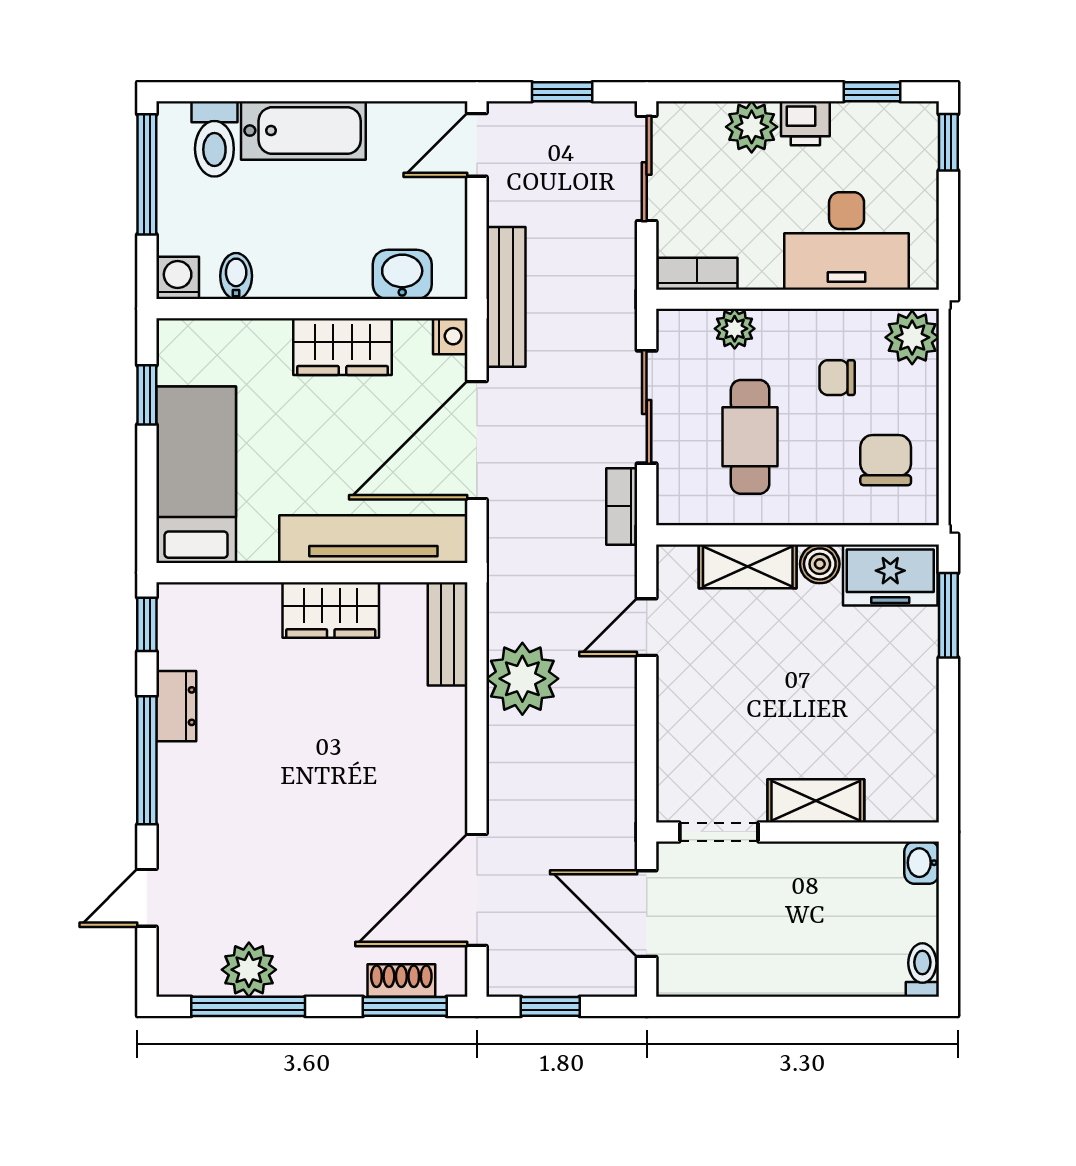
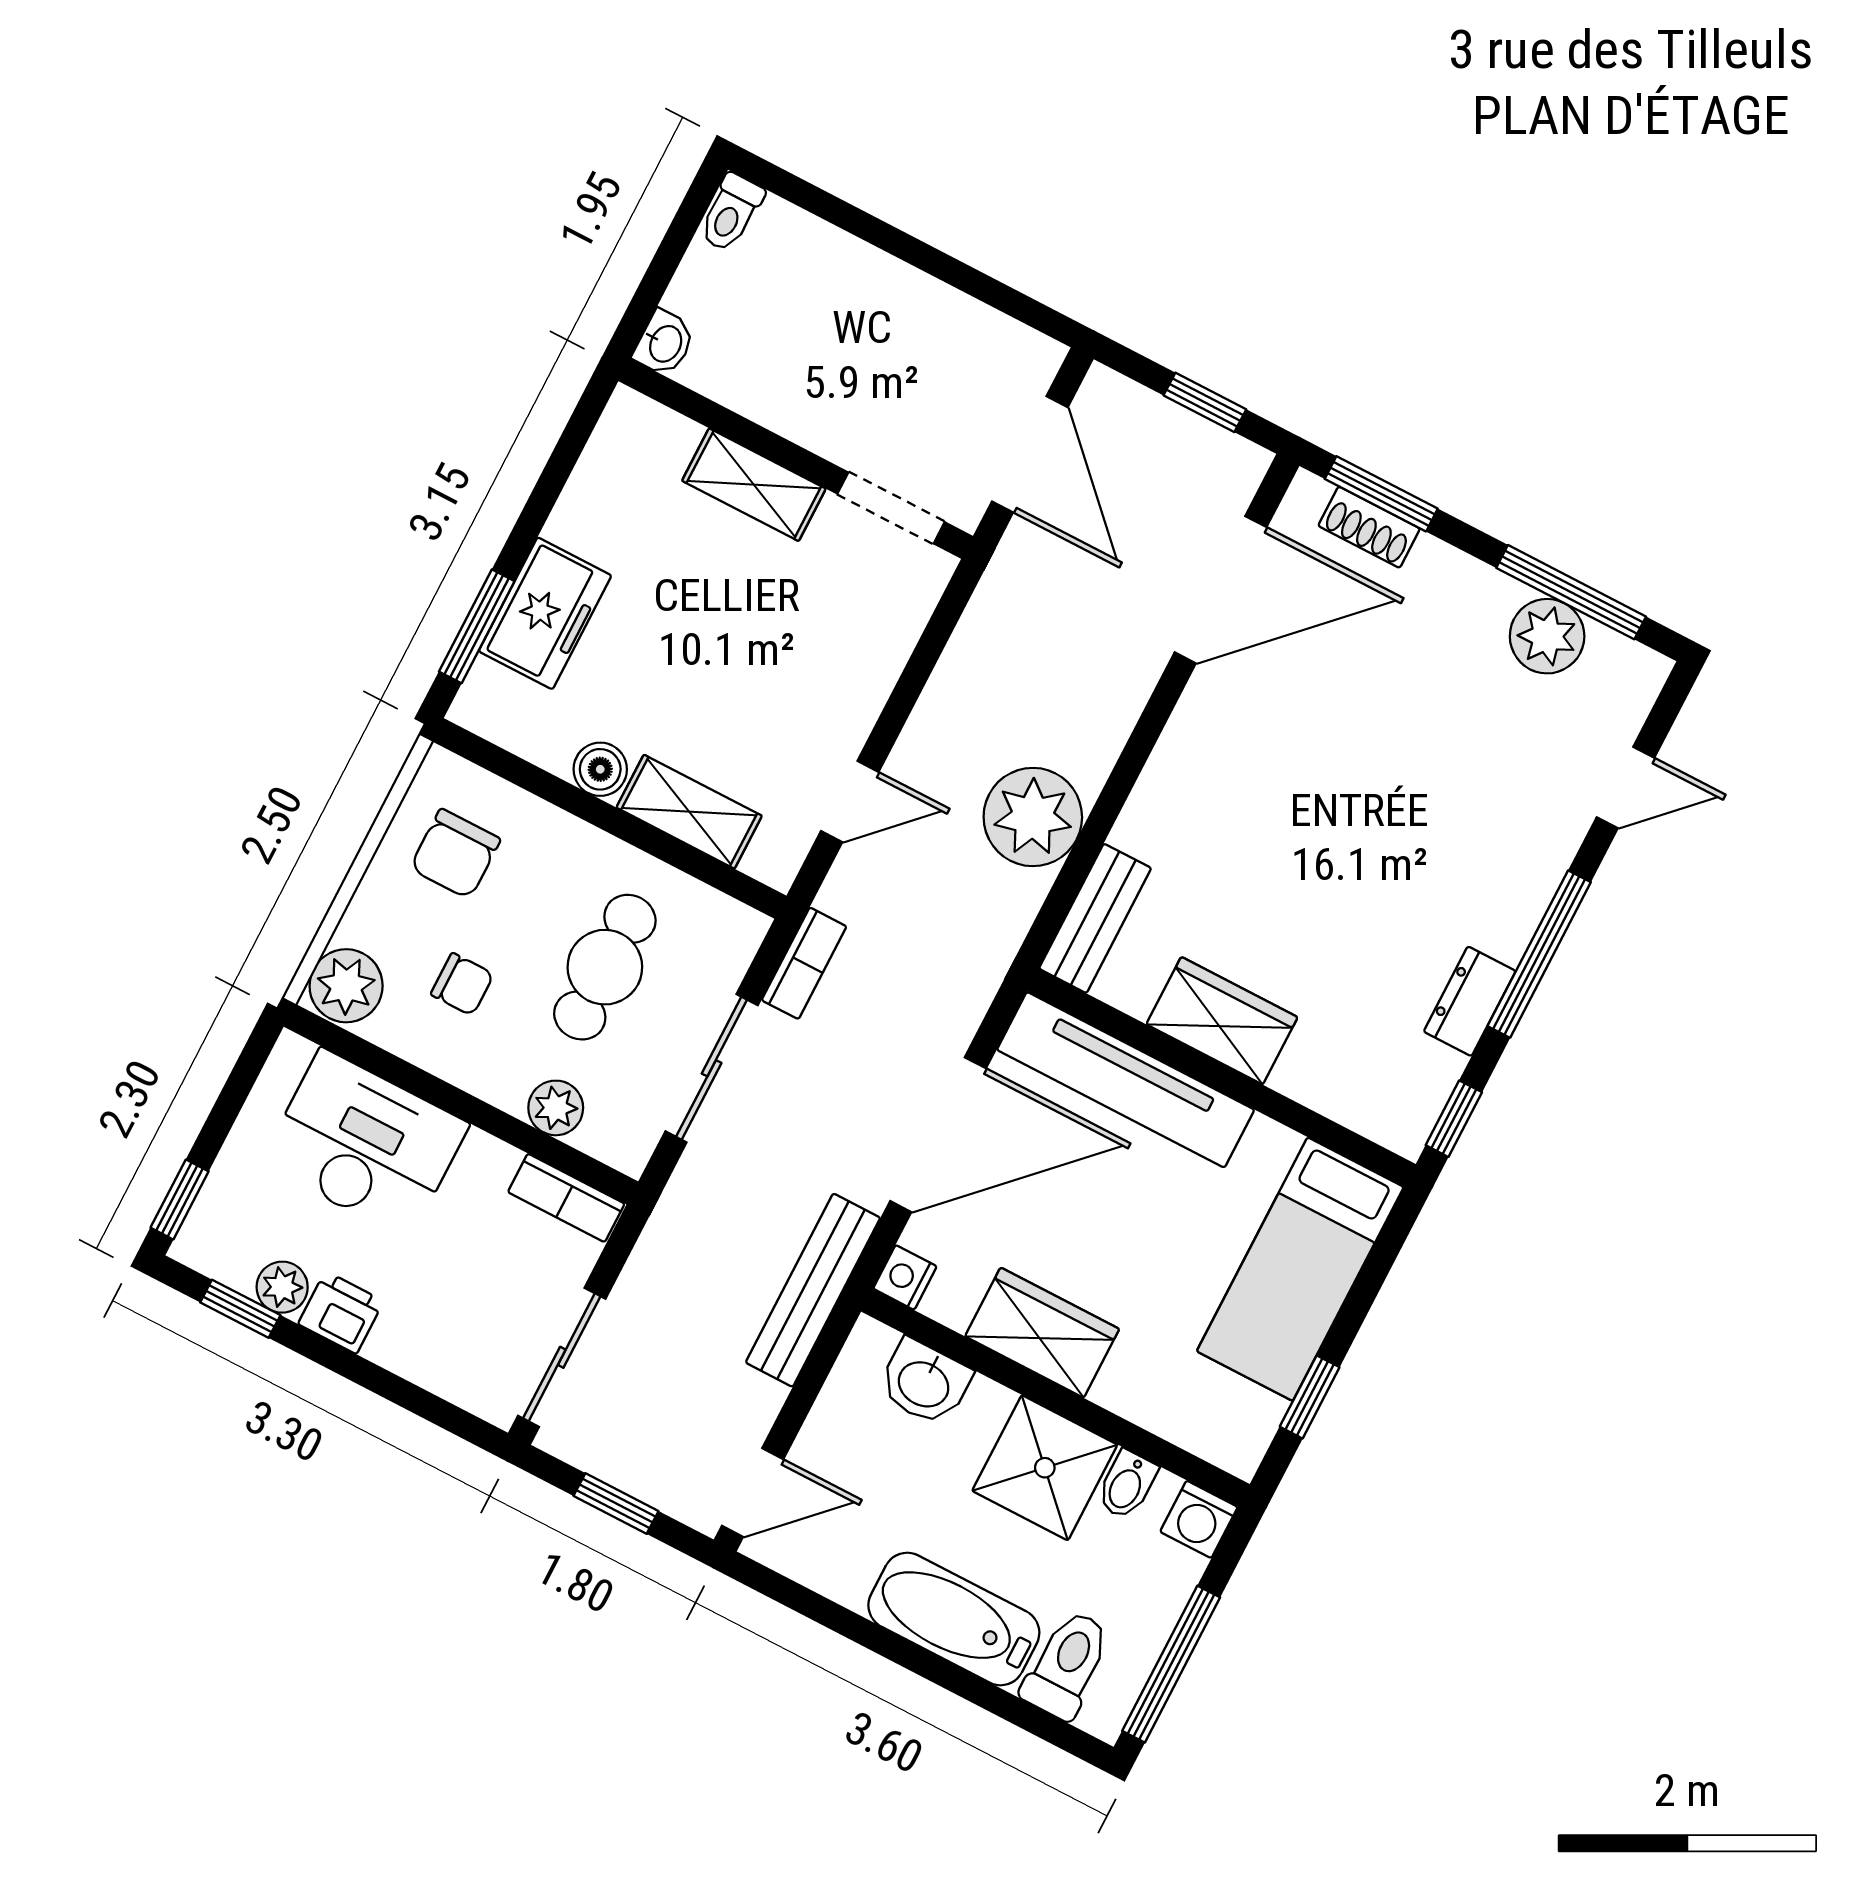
plant: (752, 127) -> (282, 1287), moved, width x0.73, depth x0.73
shower: (295, 260) -> (1045, 1468), added
freezer: (890, 575) -> (545, 613), moved, turned 90

